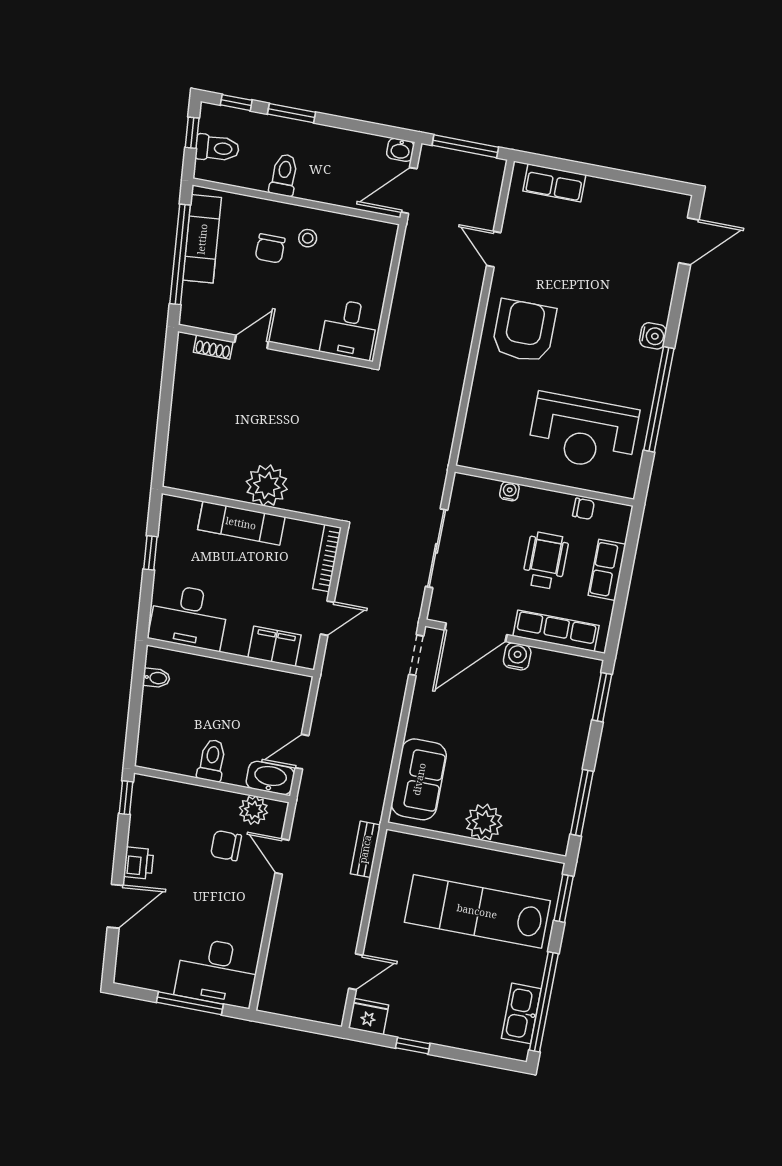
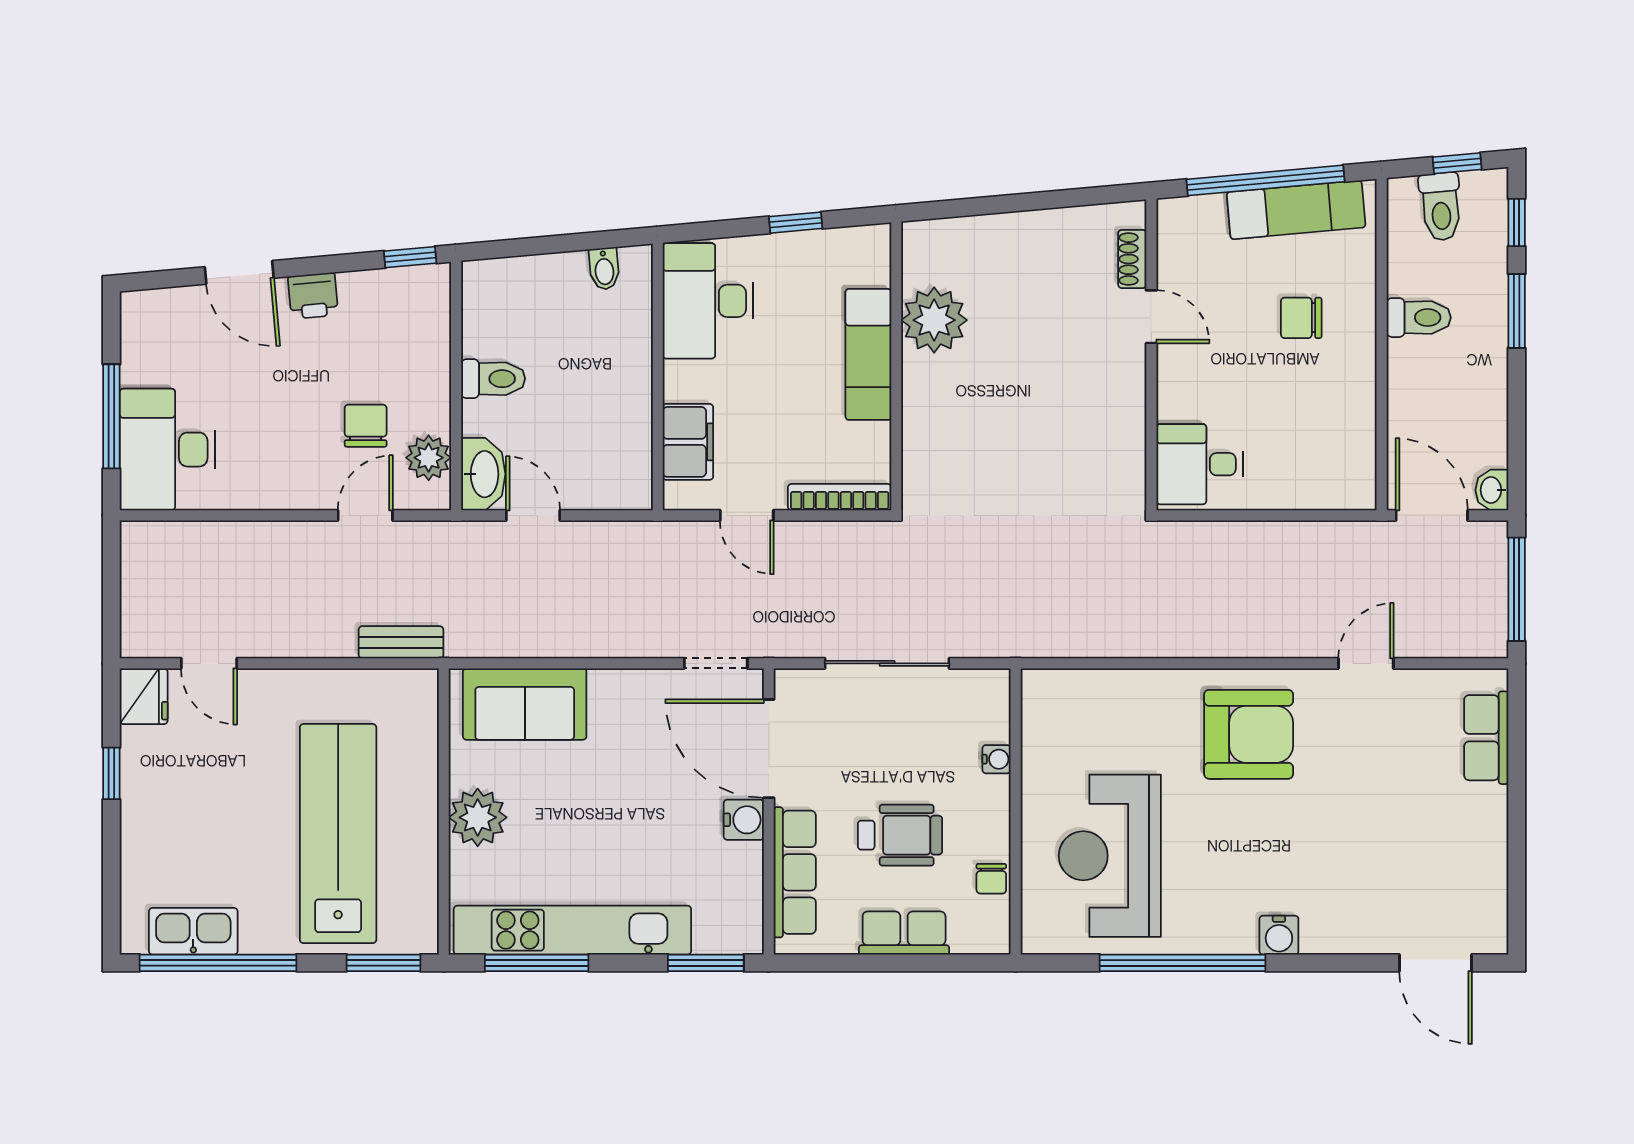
stool: (308, 238) -> (1328, 373), removed
plant: (267, 485) -> (934, 320), moved
kitchen unit: (566, 777) -> (572, 930), added

